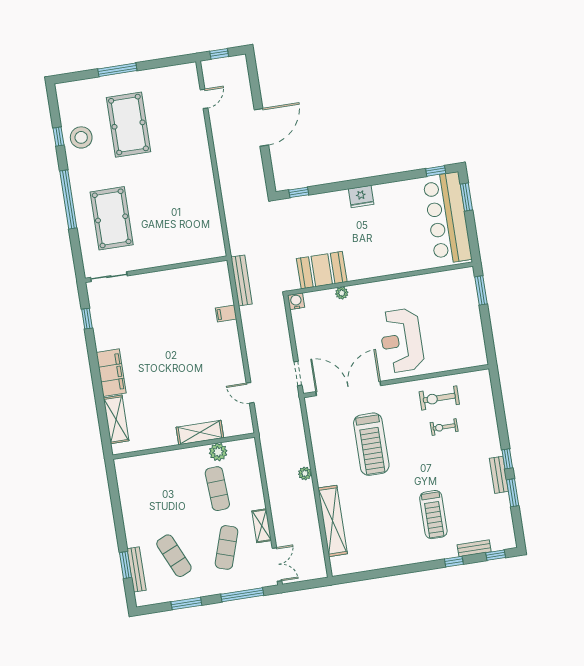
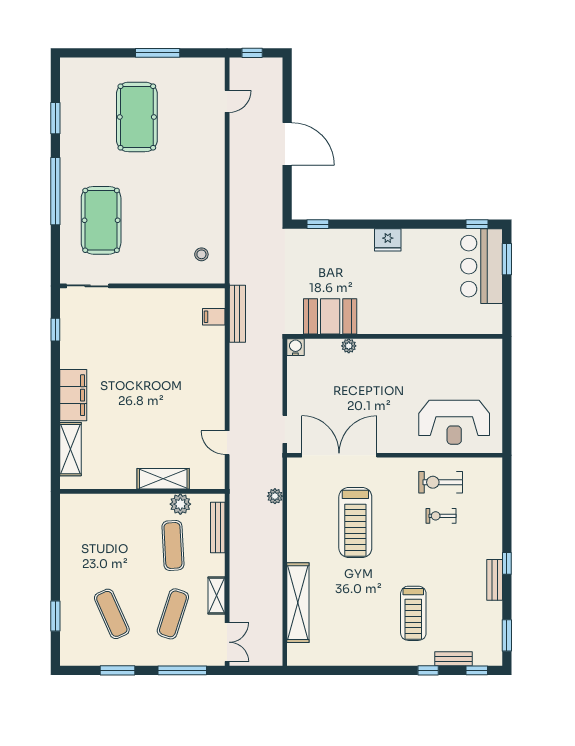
window: (117, 70) -> (158, 53), moved
door: (261, 127) -> (287, 144), hinge flipped
window: (58, 137) -> (55, 118), width x1.50
stool: (81, 137) -> (201, 254), moved, width x0.53, depth x0.53
bar counter: (447, 218) -> (482, 266), width x0.73
window: (481, 290) -> (507, 368), removed
filing cabinet: (226, 314) -> (214, 317), moved
reception desk: (401, 341) -> (454, 422), moved, turned -90
plant: (305, 473) -> (275, 496), moved
window: (513, 493) -> (507, 635), moved
bench: (137, 569) -> (218, 527), moved

